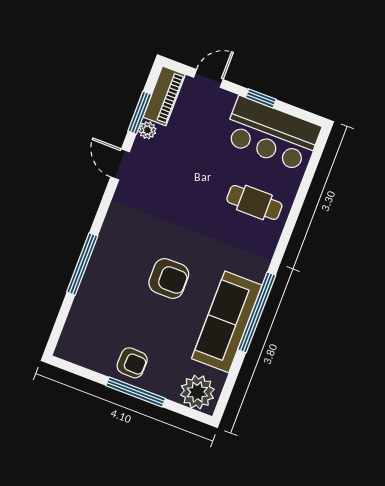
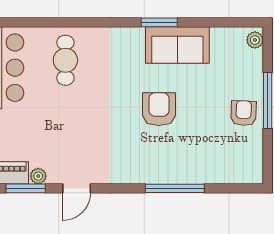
window: (257, 312) -> (159, 22), width x0.47
sofa: (227, 322) -> (177, 45), width x0.73
plant: (197, 392) -> (255, 40), width x0.53, depth x0.53

